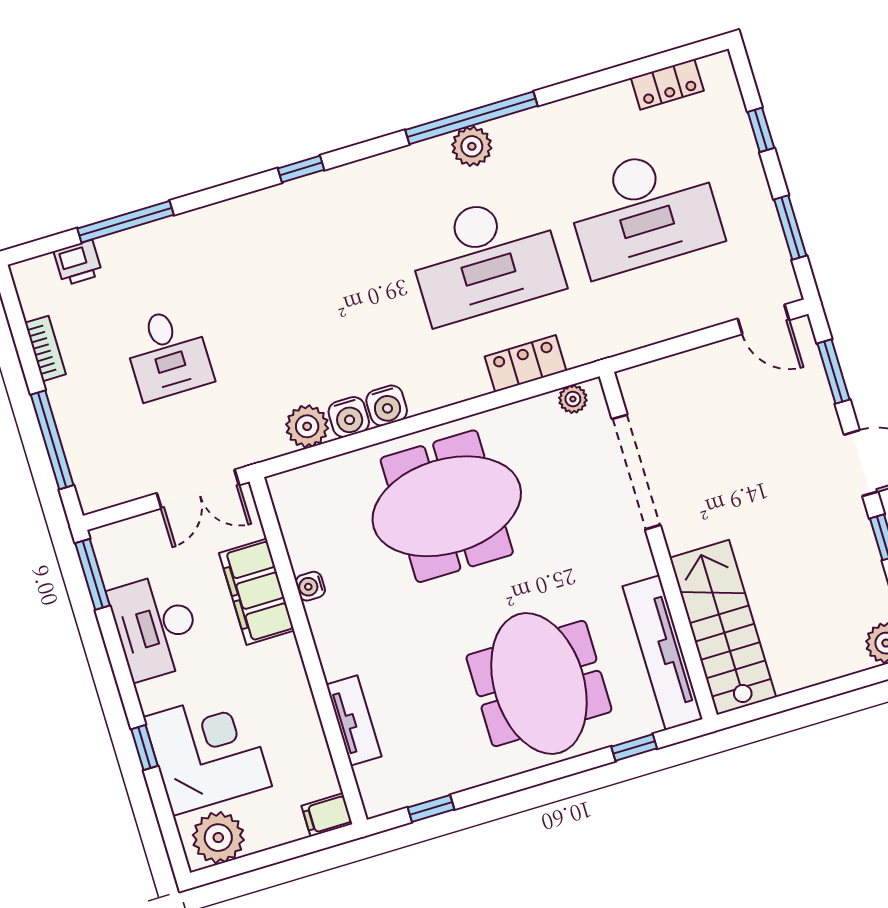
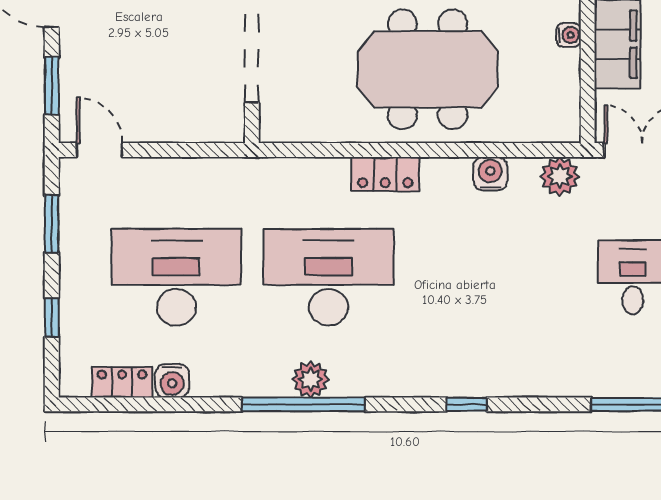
locker: (525, 364) -> (385, 174), moved
plant: (573, 399) -> (288, 130), removed
water cooler: (387, 406) -> (172, 381), moved, turned 180
plant: (307, 426) -> (560, 176), moved

